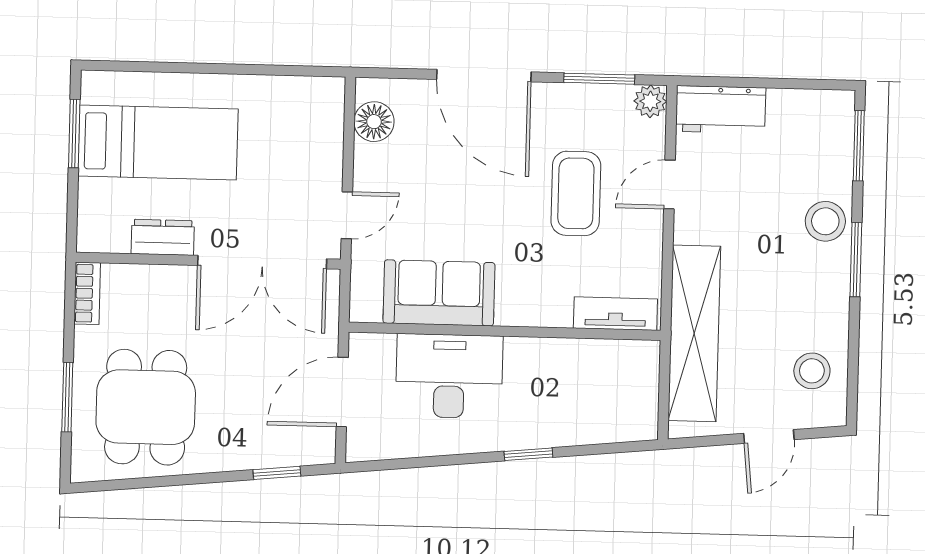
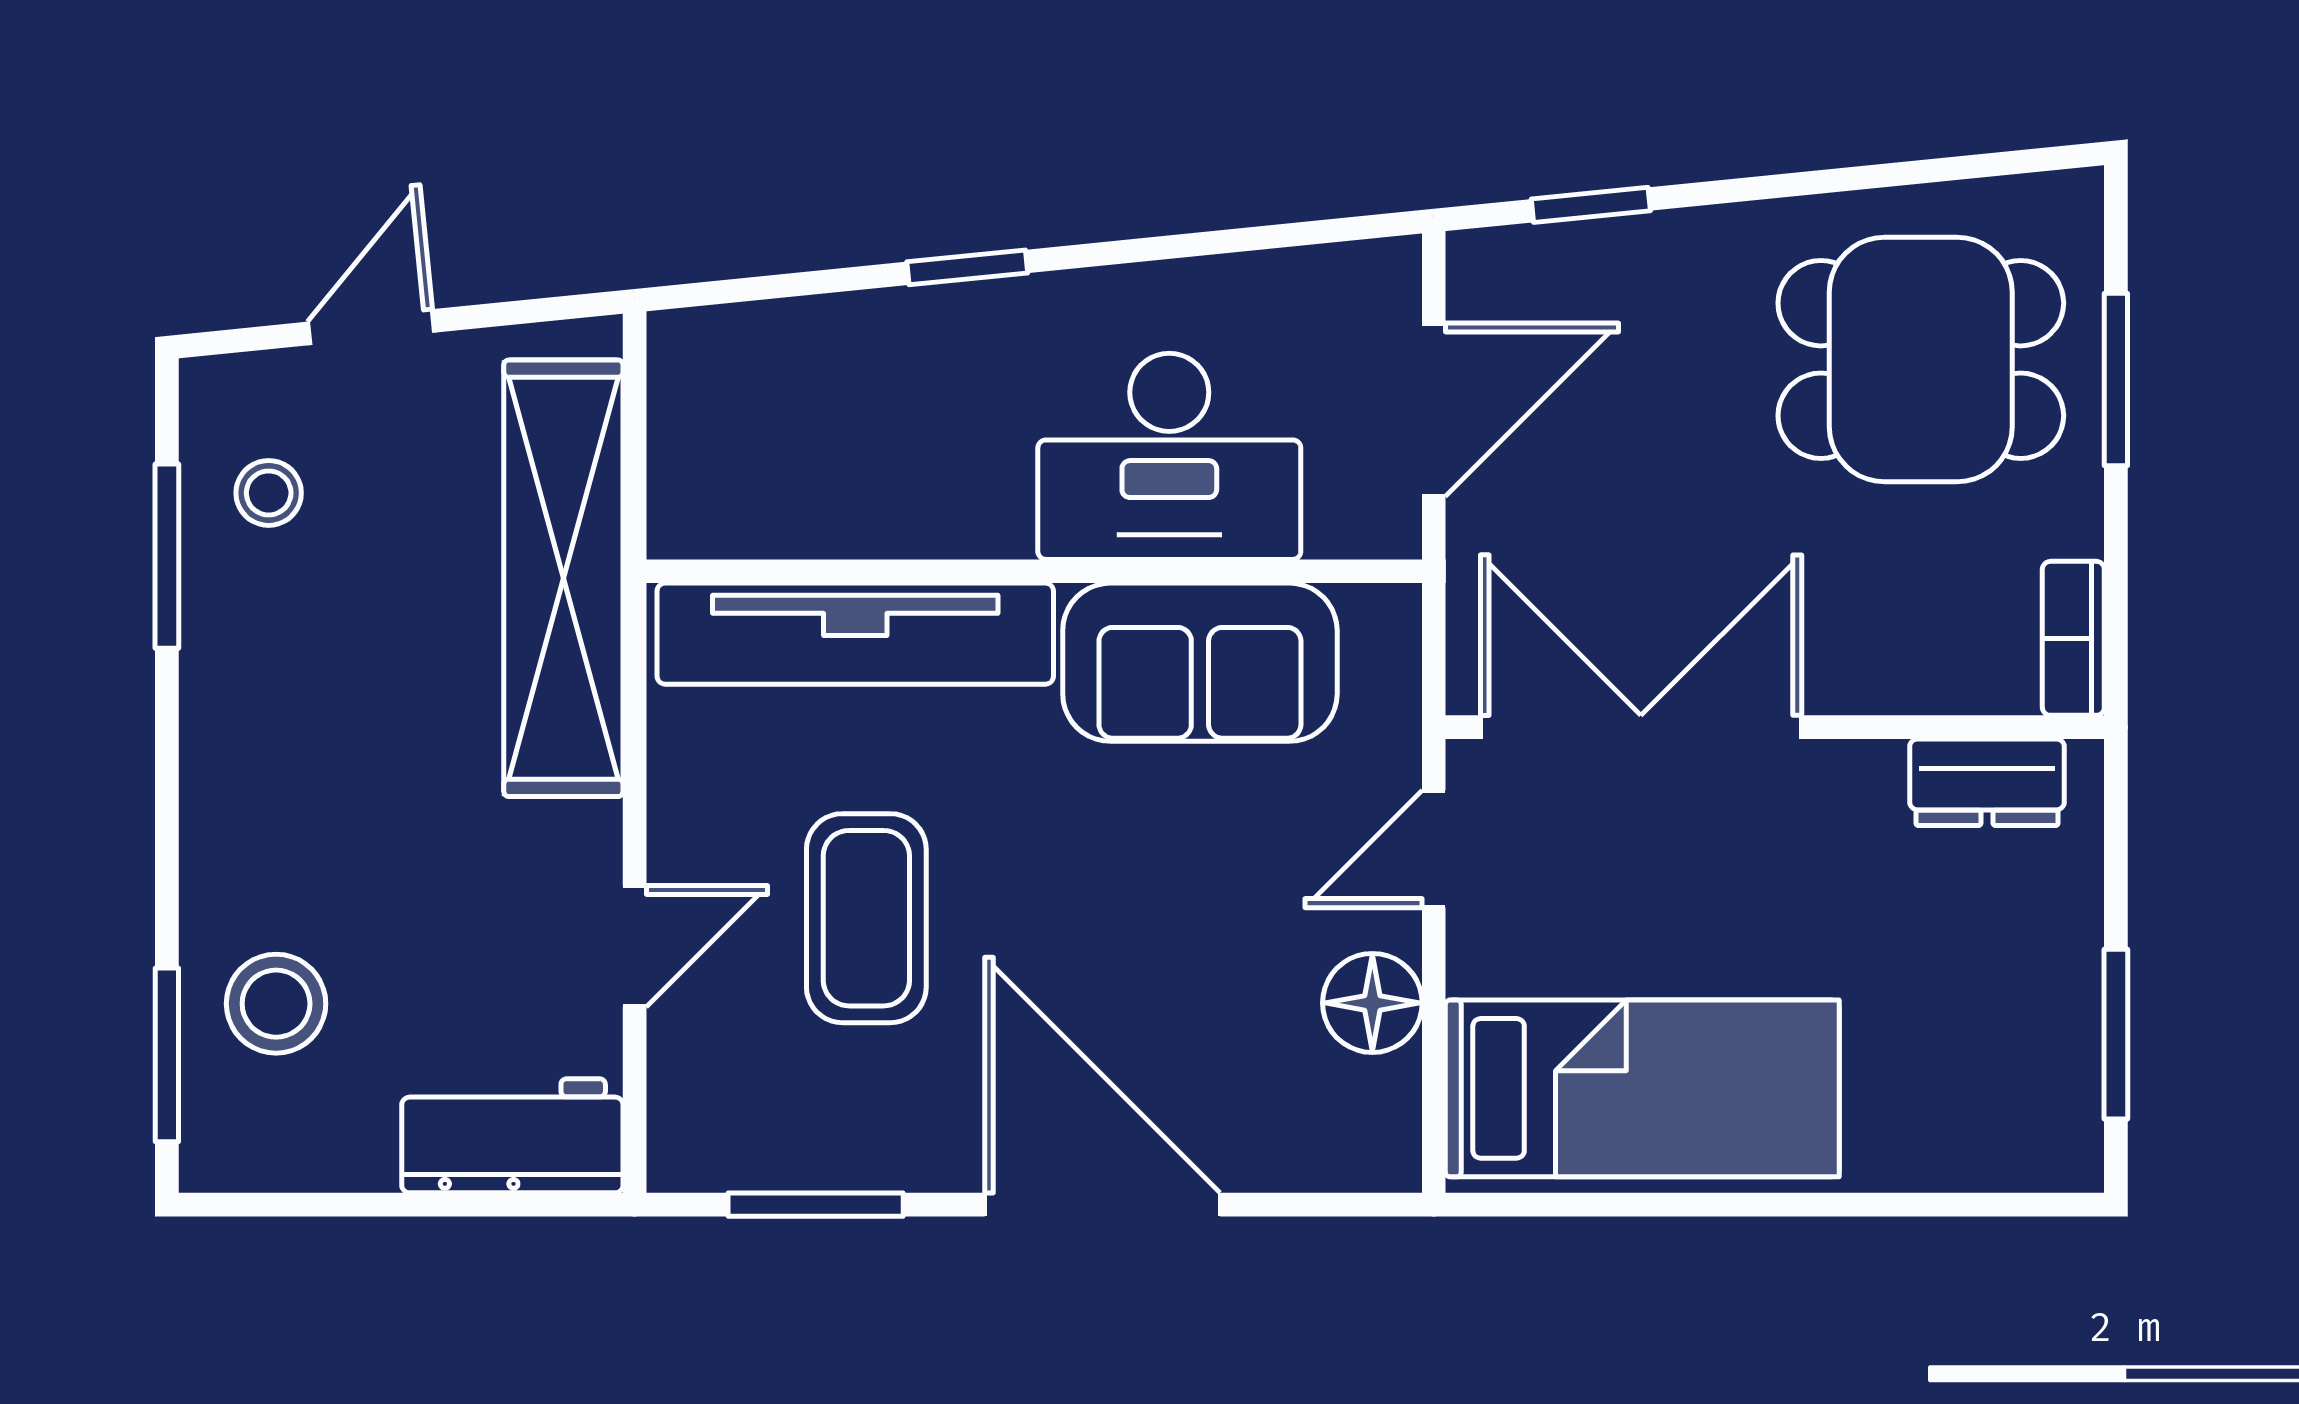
plant: (650, 101) -> (688, 1152), removed
floor lamp: (374, 122) -> (1372, 1003), moved
bed: (158, 143) -> (1642, 1088), moved, turned 180
stool: (825, 221) -> (276, 1004), moved
dresser: (163, 237) -> (1987, 782), moved
window: (856, 260) -> (167, 556), moved
tv unit: (615, 314) -> (855, 634), width x1.92, depth x1.29
stool: (812, 371) -> (269, 493), width x0.73, depth x0.73
dining table: (146, 407) -> (1921, 359), turned 90

